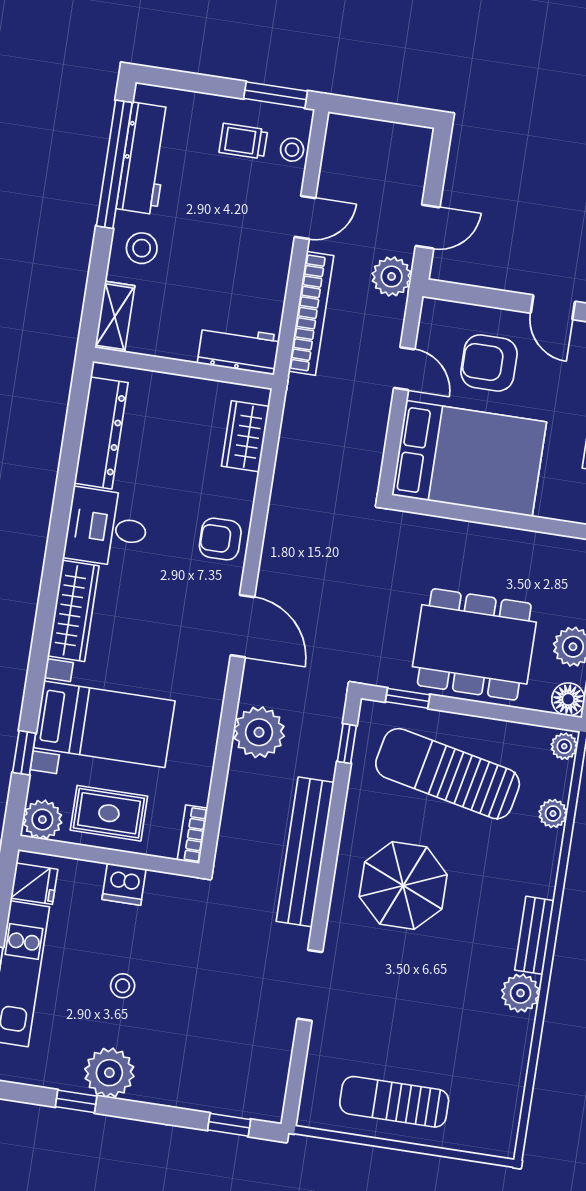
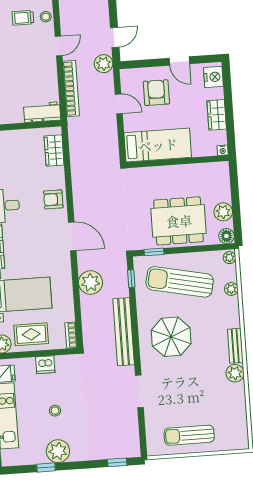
armchair: (489, 363) -> (156, 93), turned 90
bed: (469, 459) -> (158, 145), width x0.67

